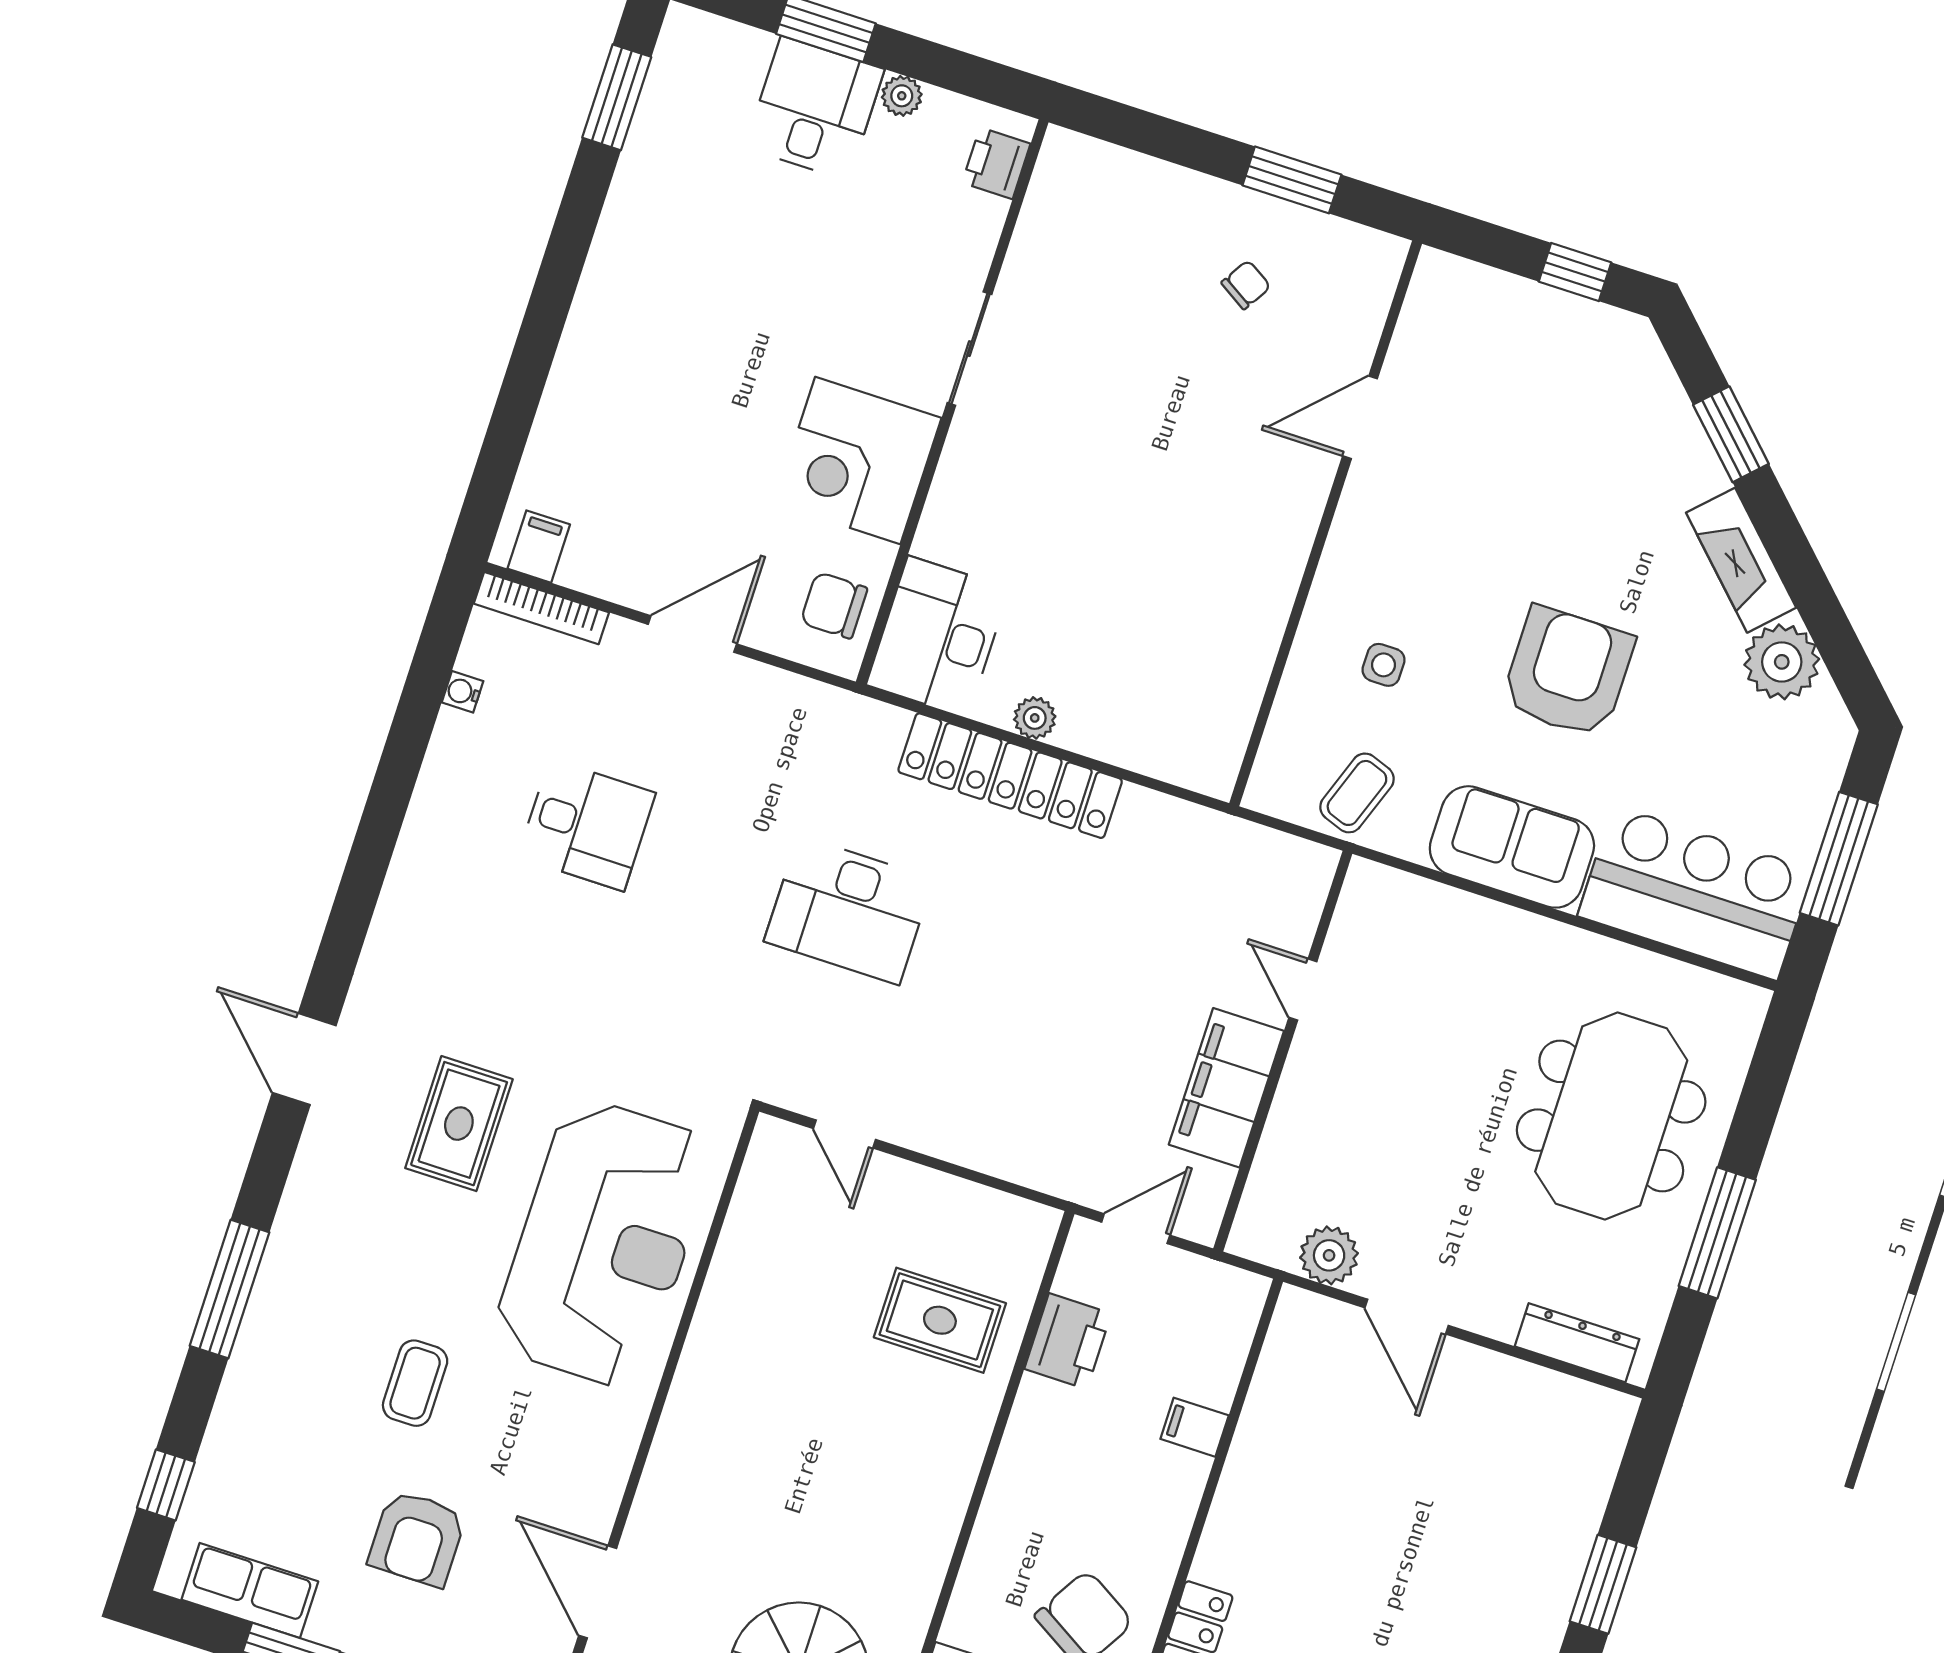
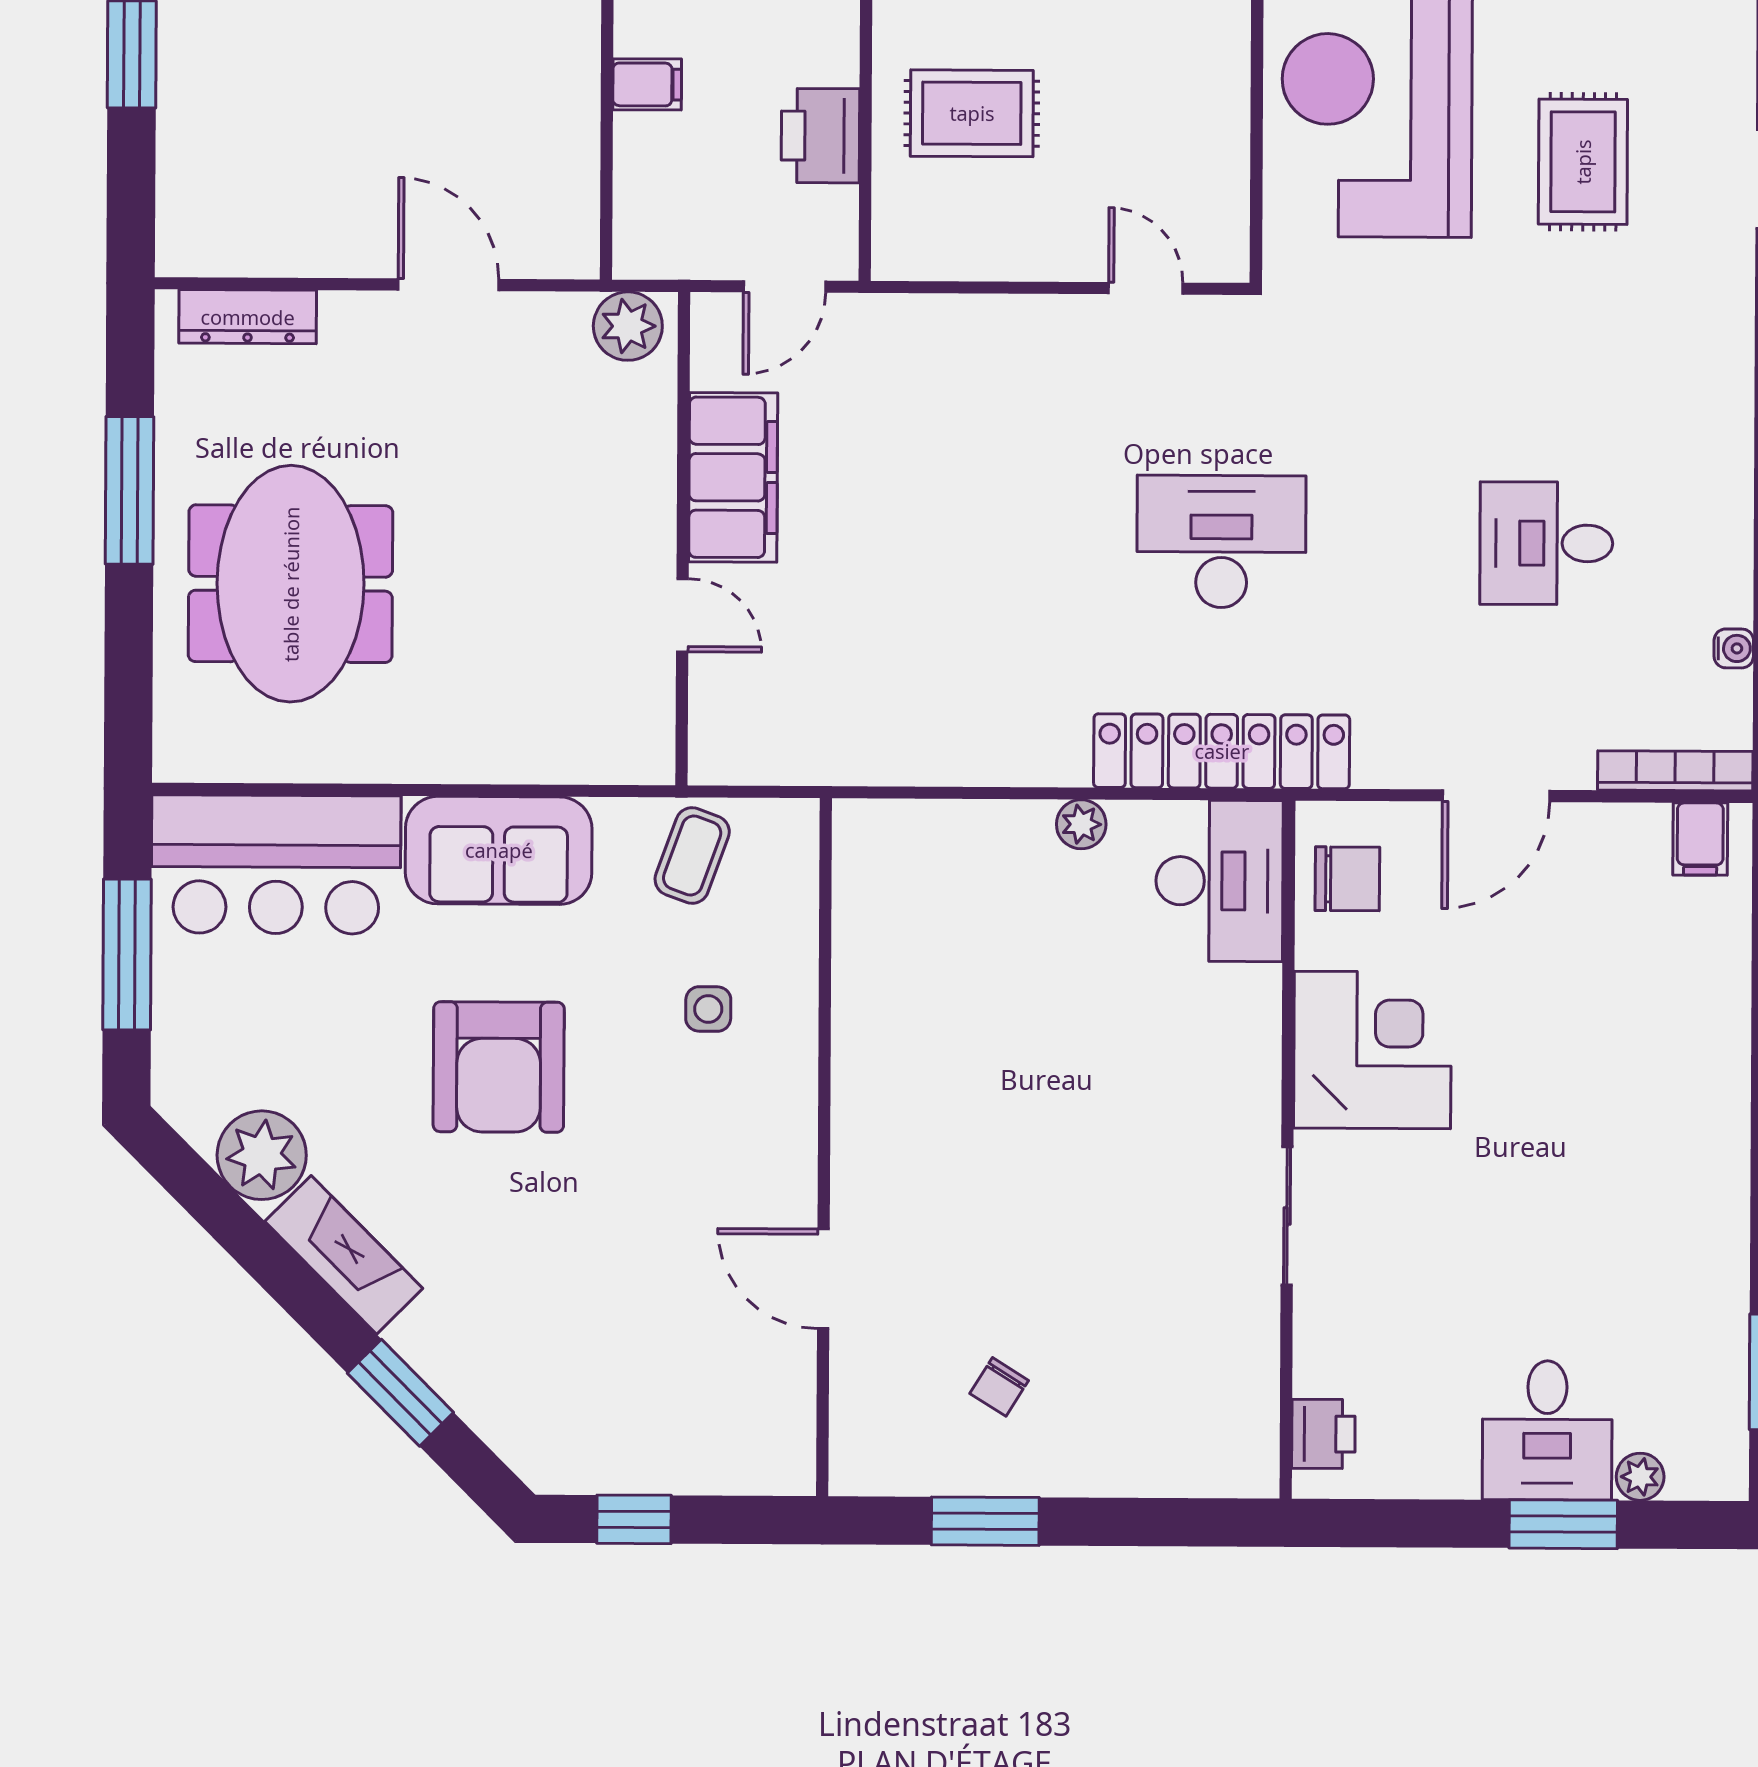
plant: (902, 96) -> (1640, 1477), moved
door: (1360, 417) -> (823, 1279), swing flipped
locker: (1010, 776) -> (1222, 751), moved
plant: (1329, 1255) -> (628, 326), moved

